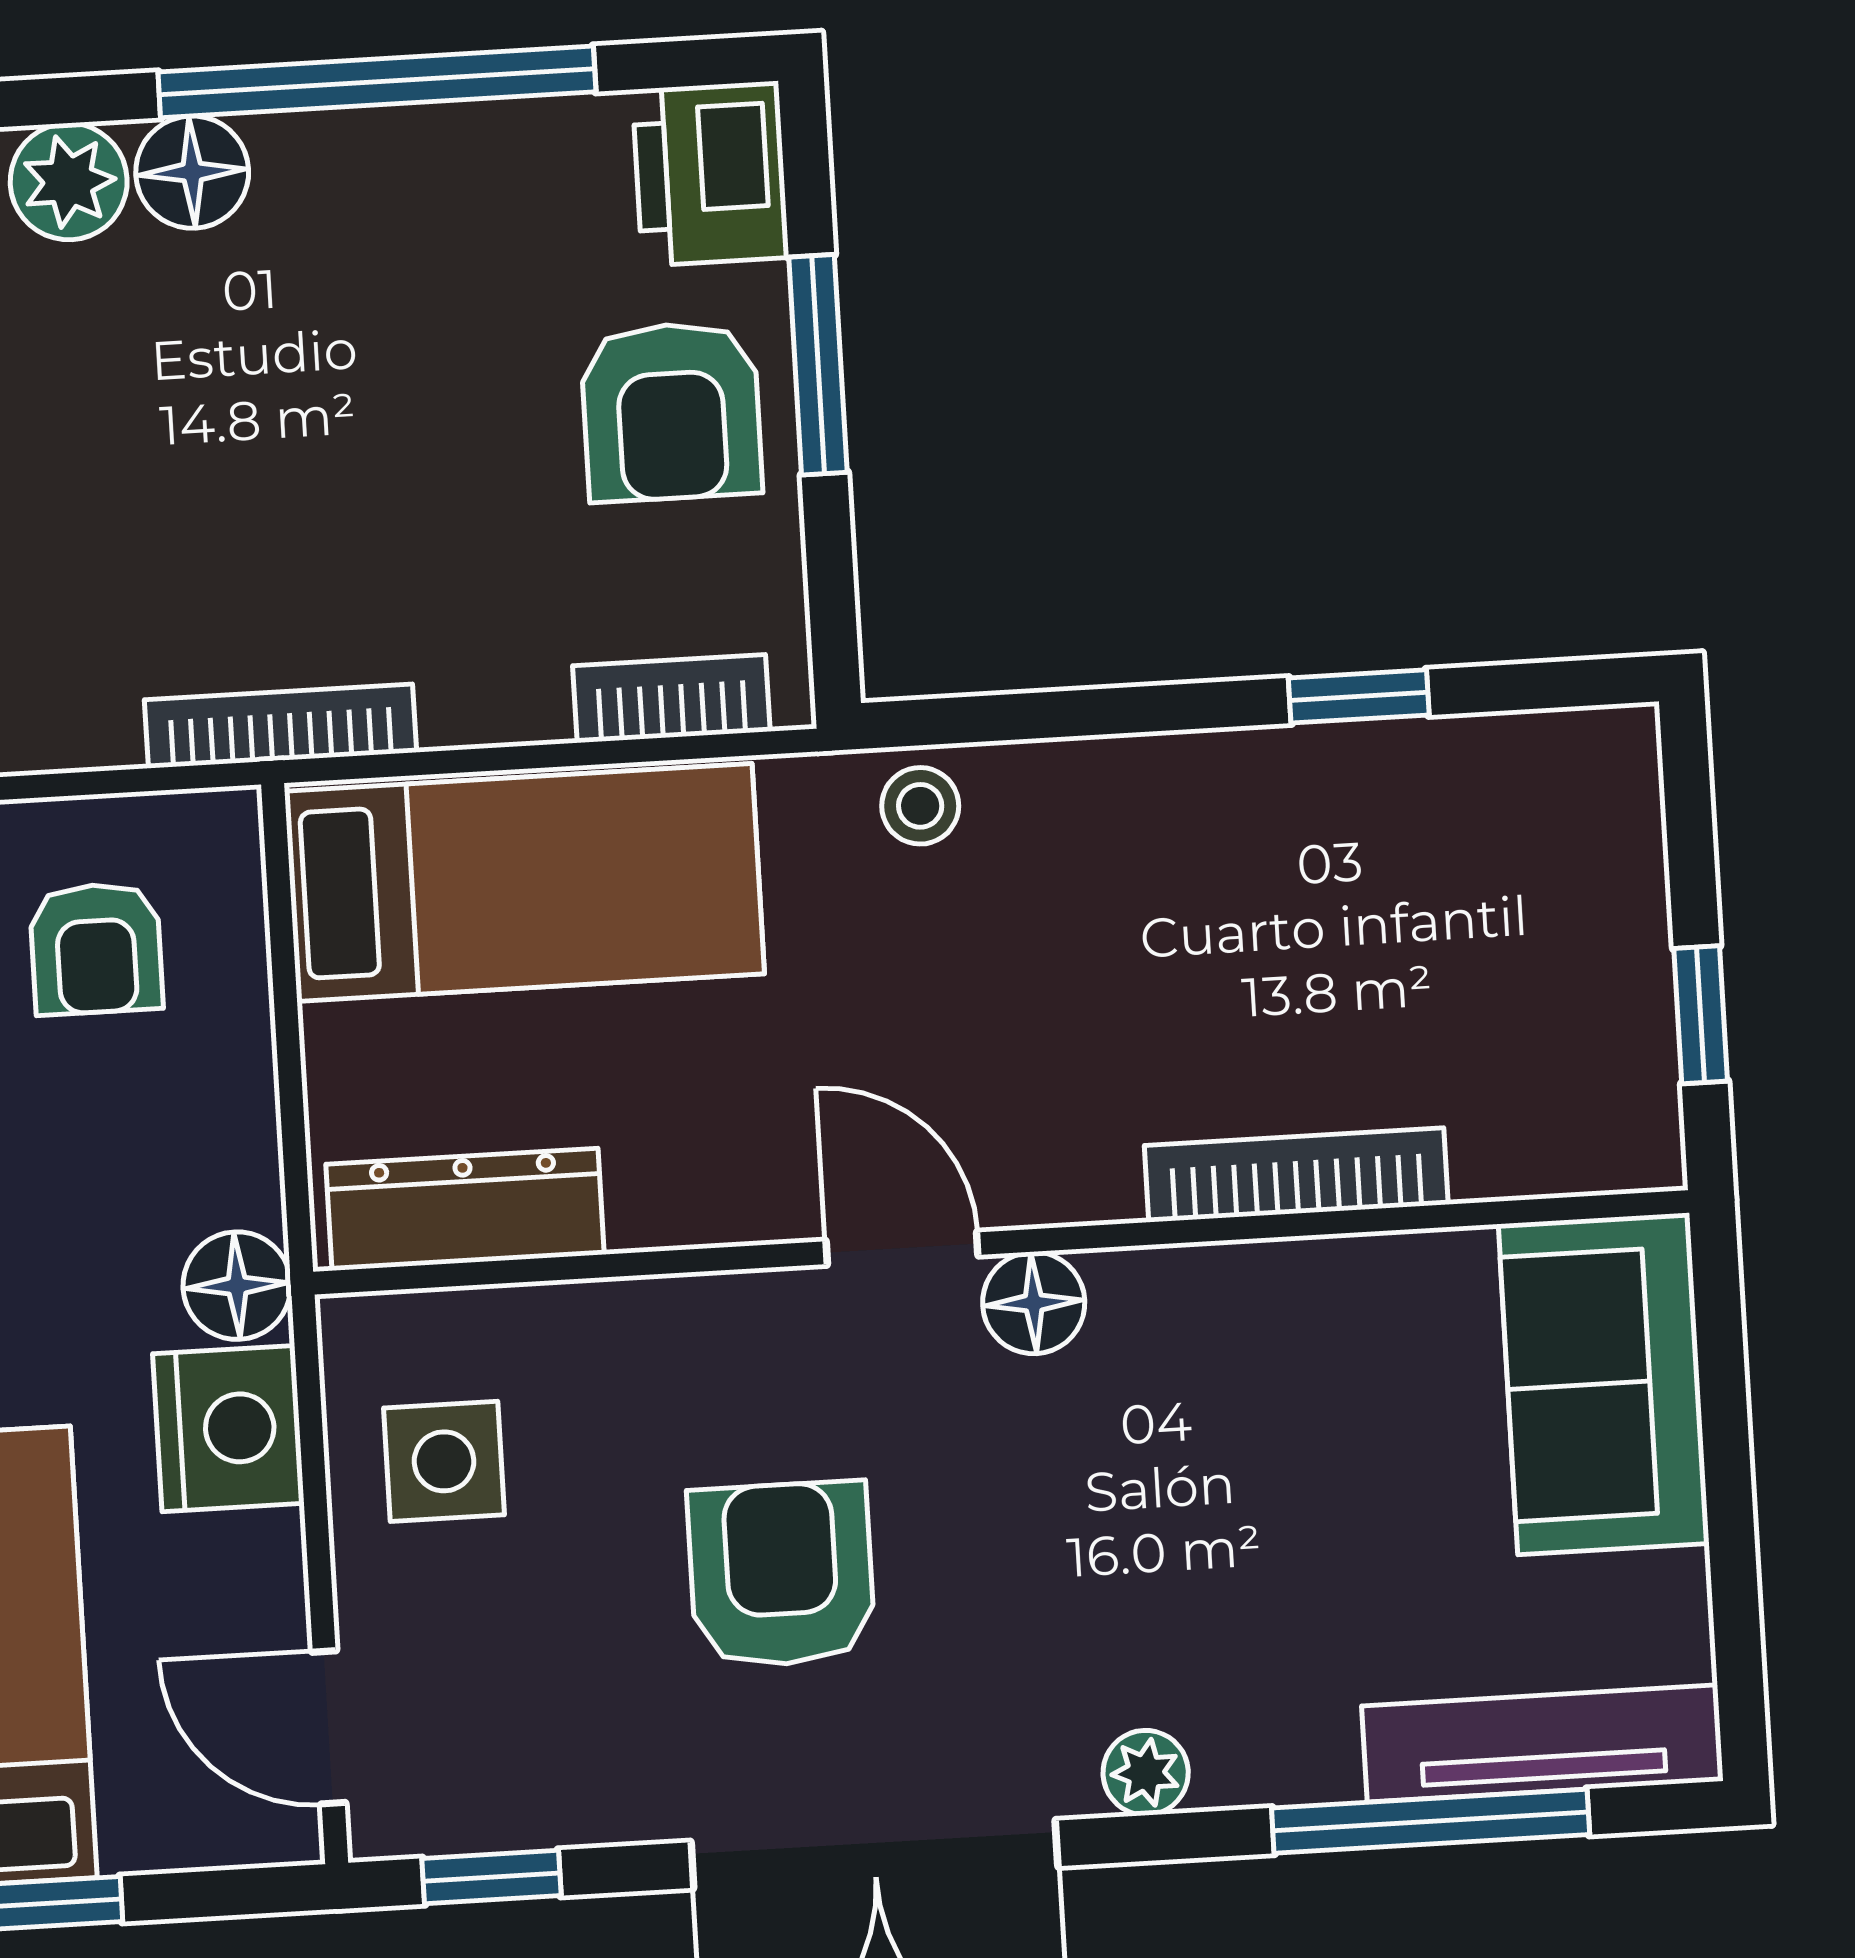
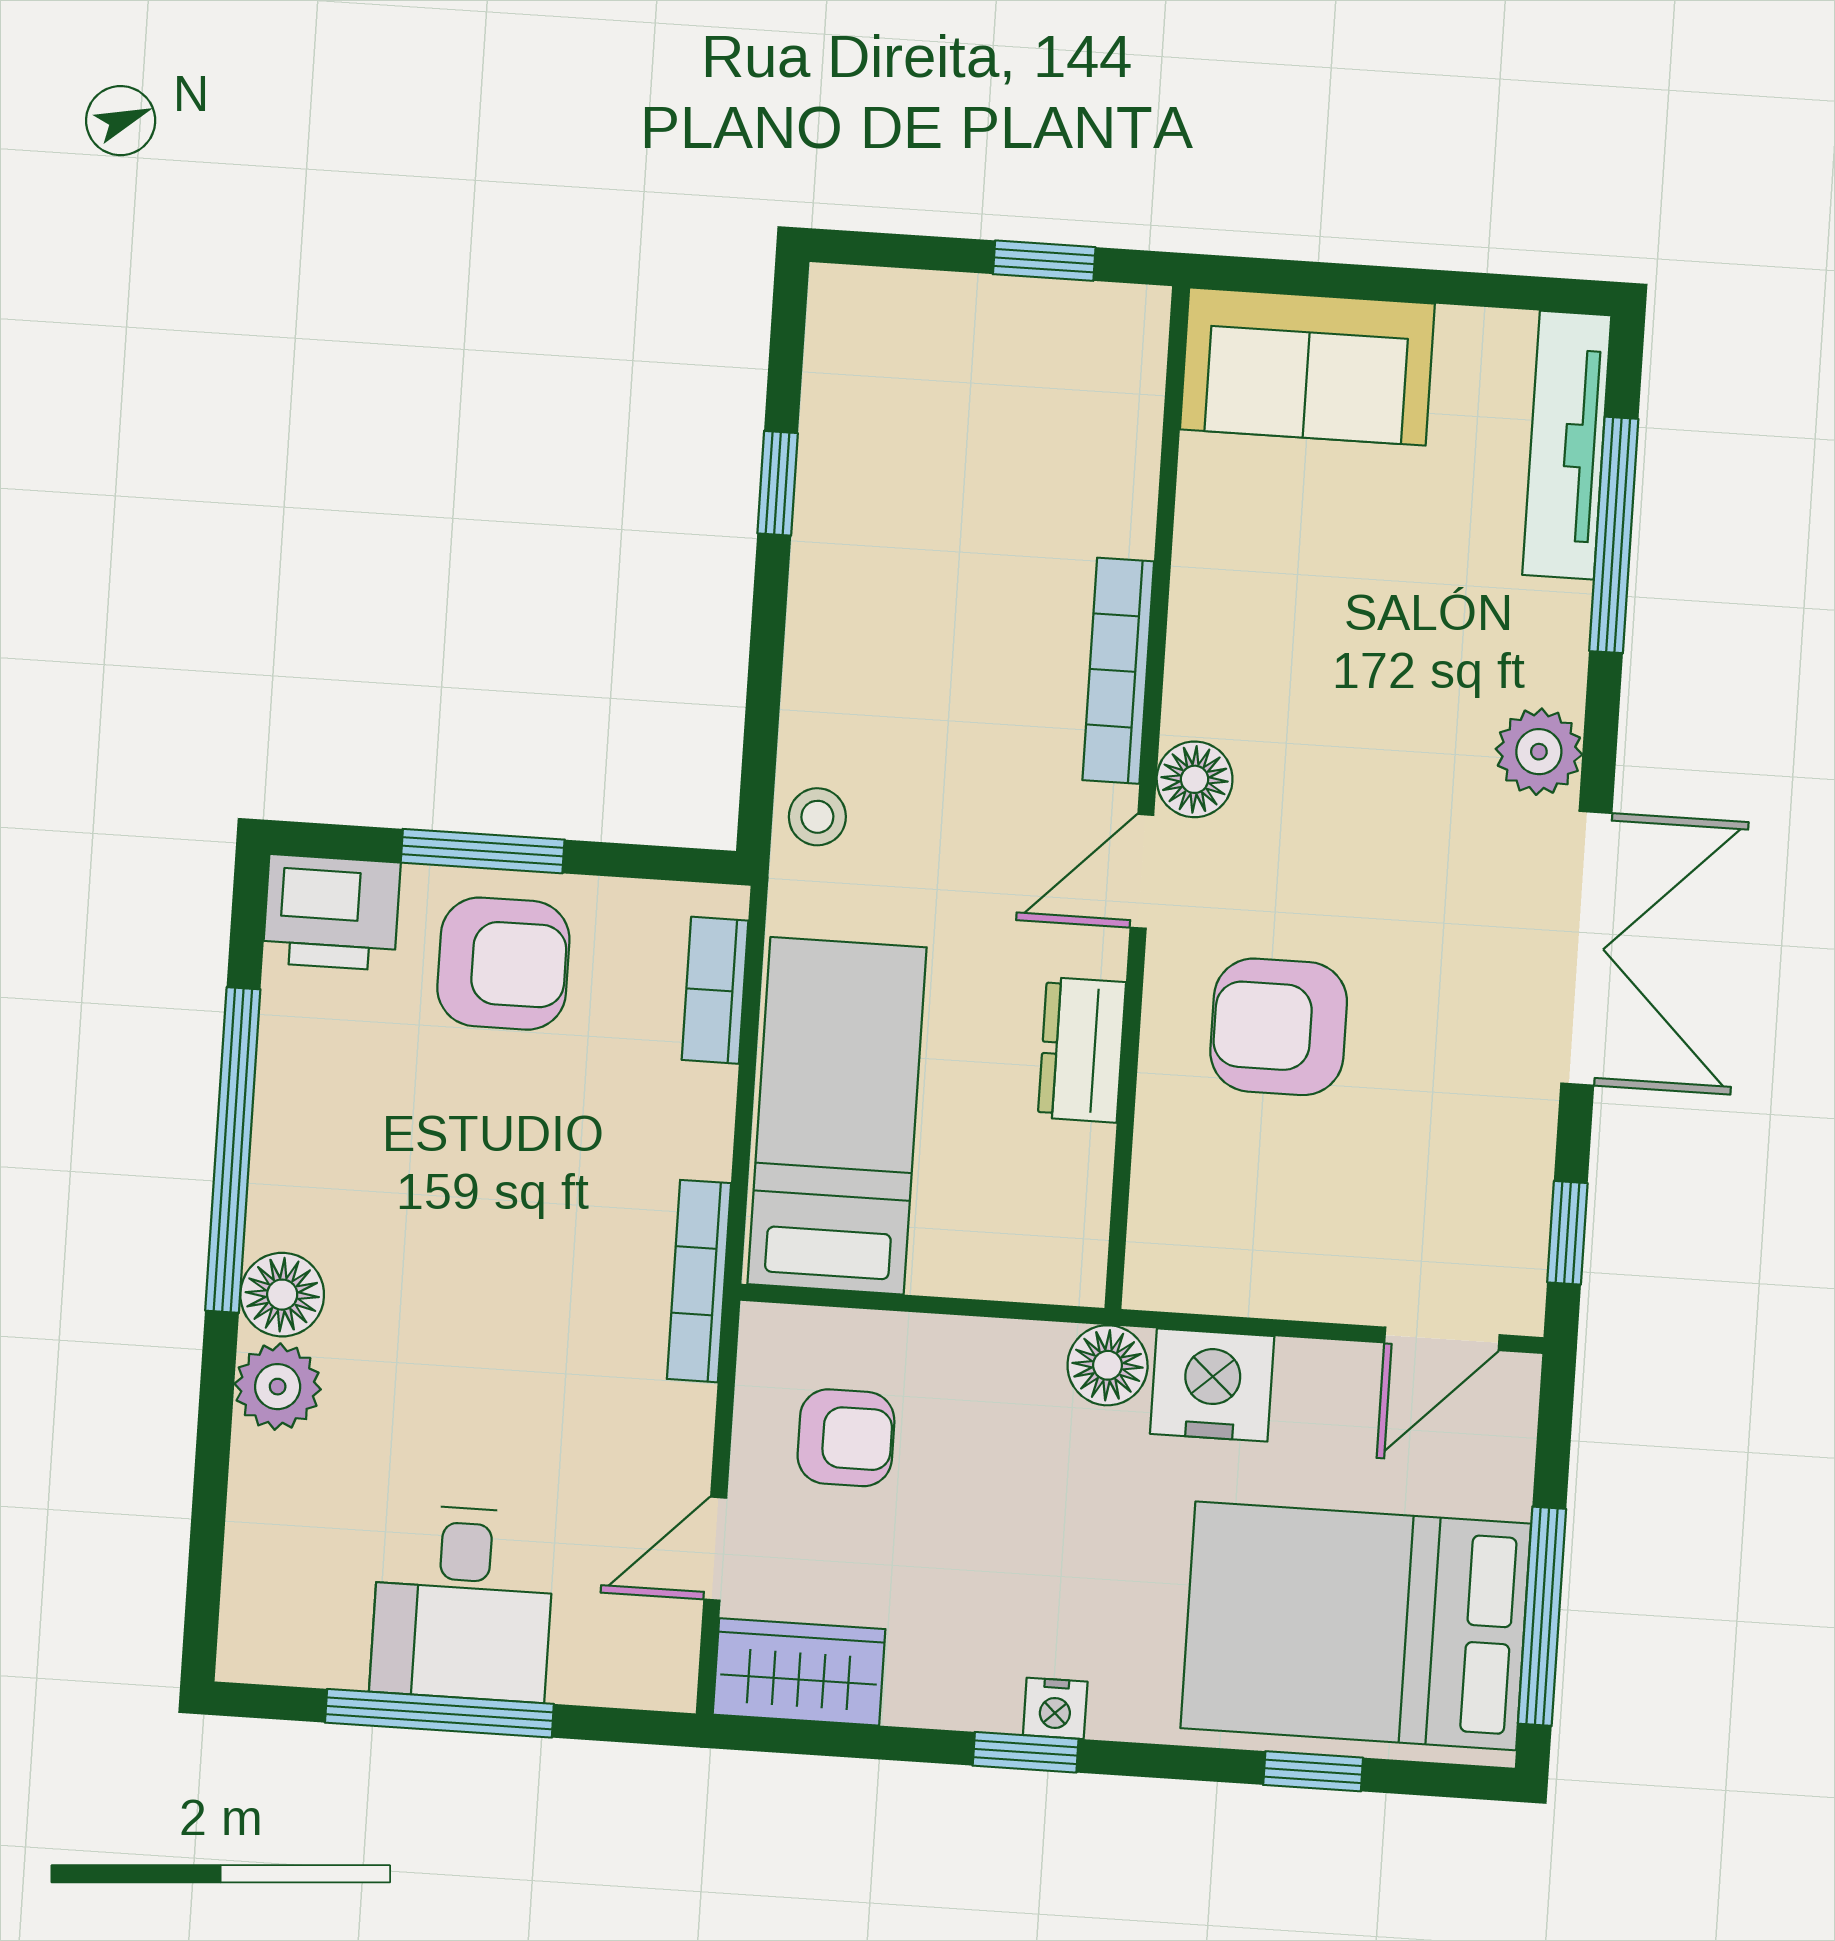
bookcase: (1296, 1175) -> (1118, 671), moved
dresser: (465, 1209) -> (1082, 1050), moved, width x0.70
side table: (444, 1461) -> (1256, 1229), removed
armchair: (781, 1574) -> (1279, 1027), moved
plant: (1146, 1773) -> (1539, 752), width x1.38, depth x1.38

